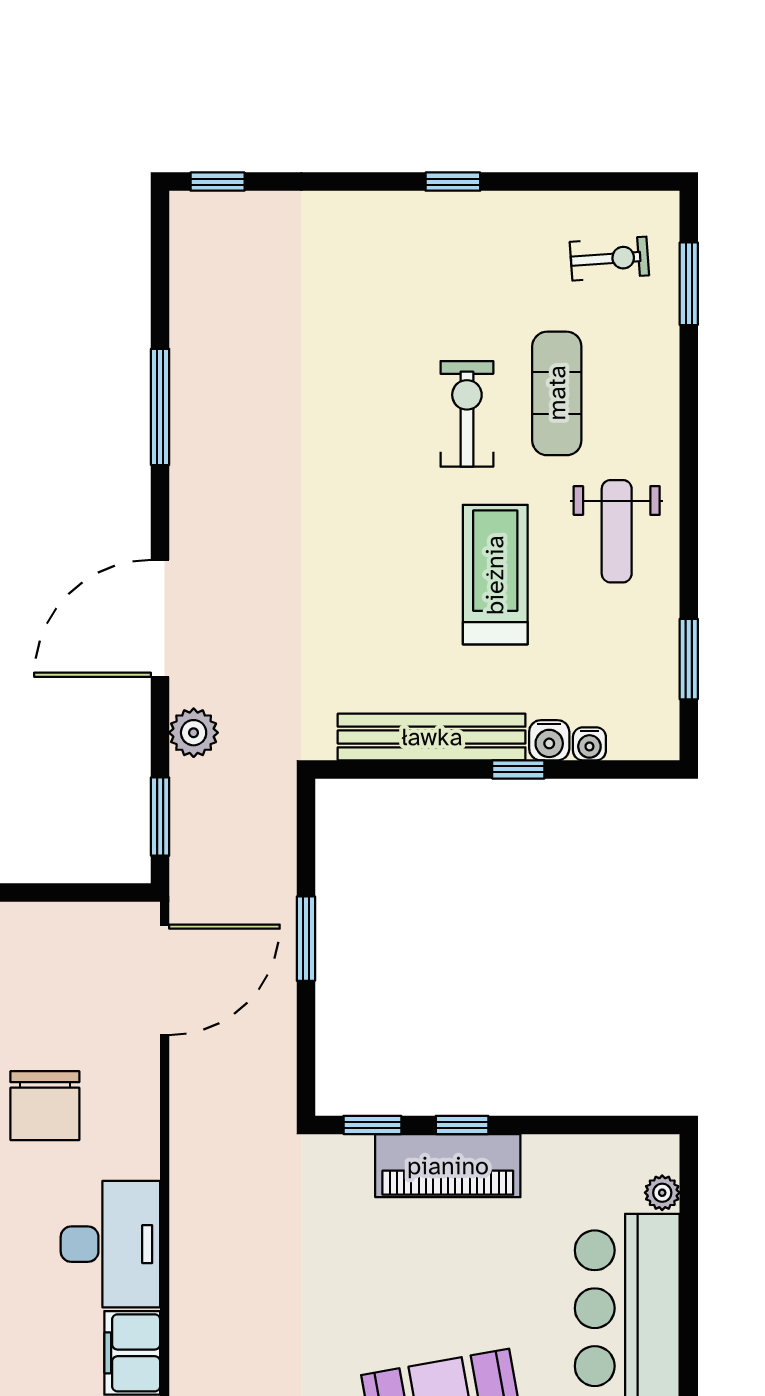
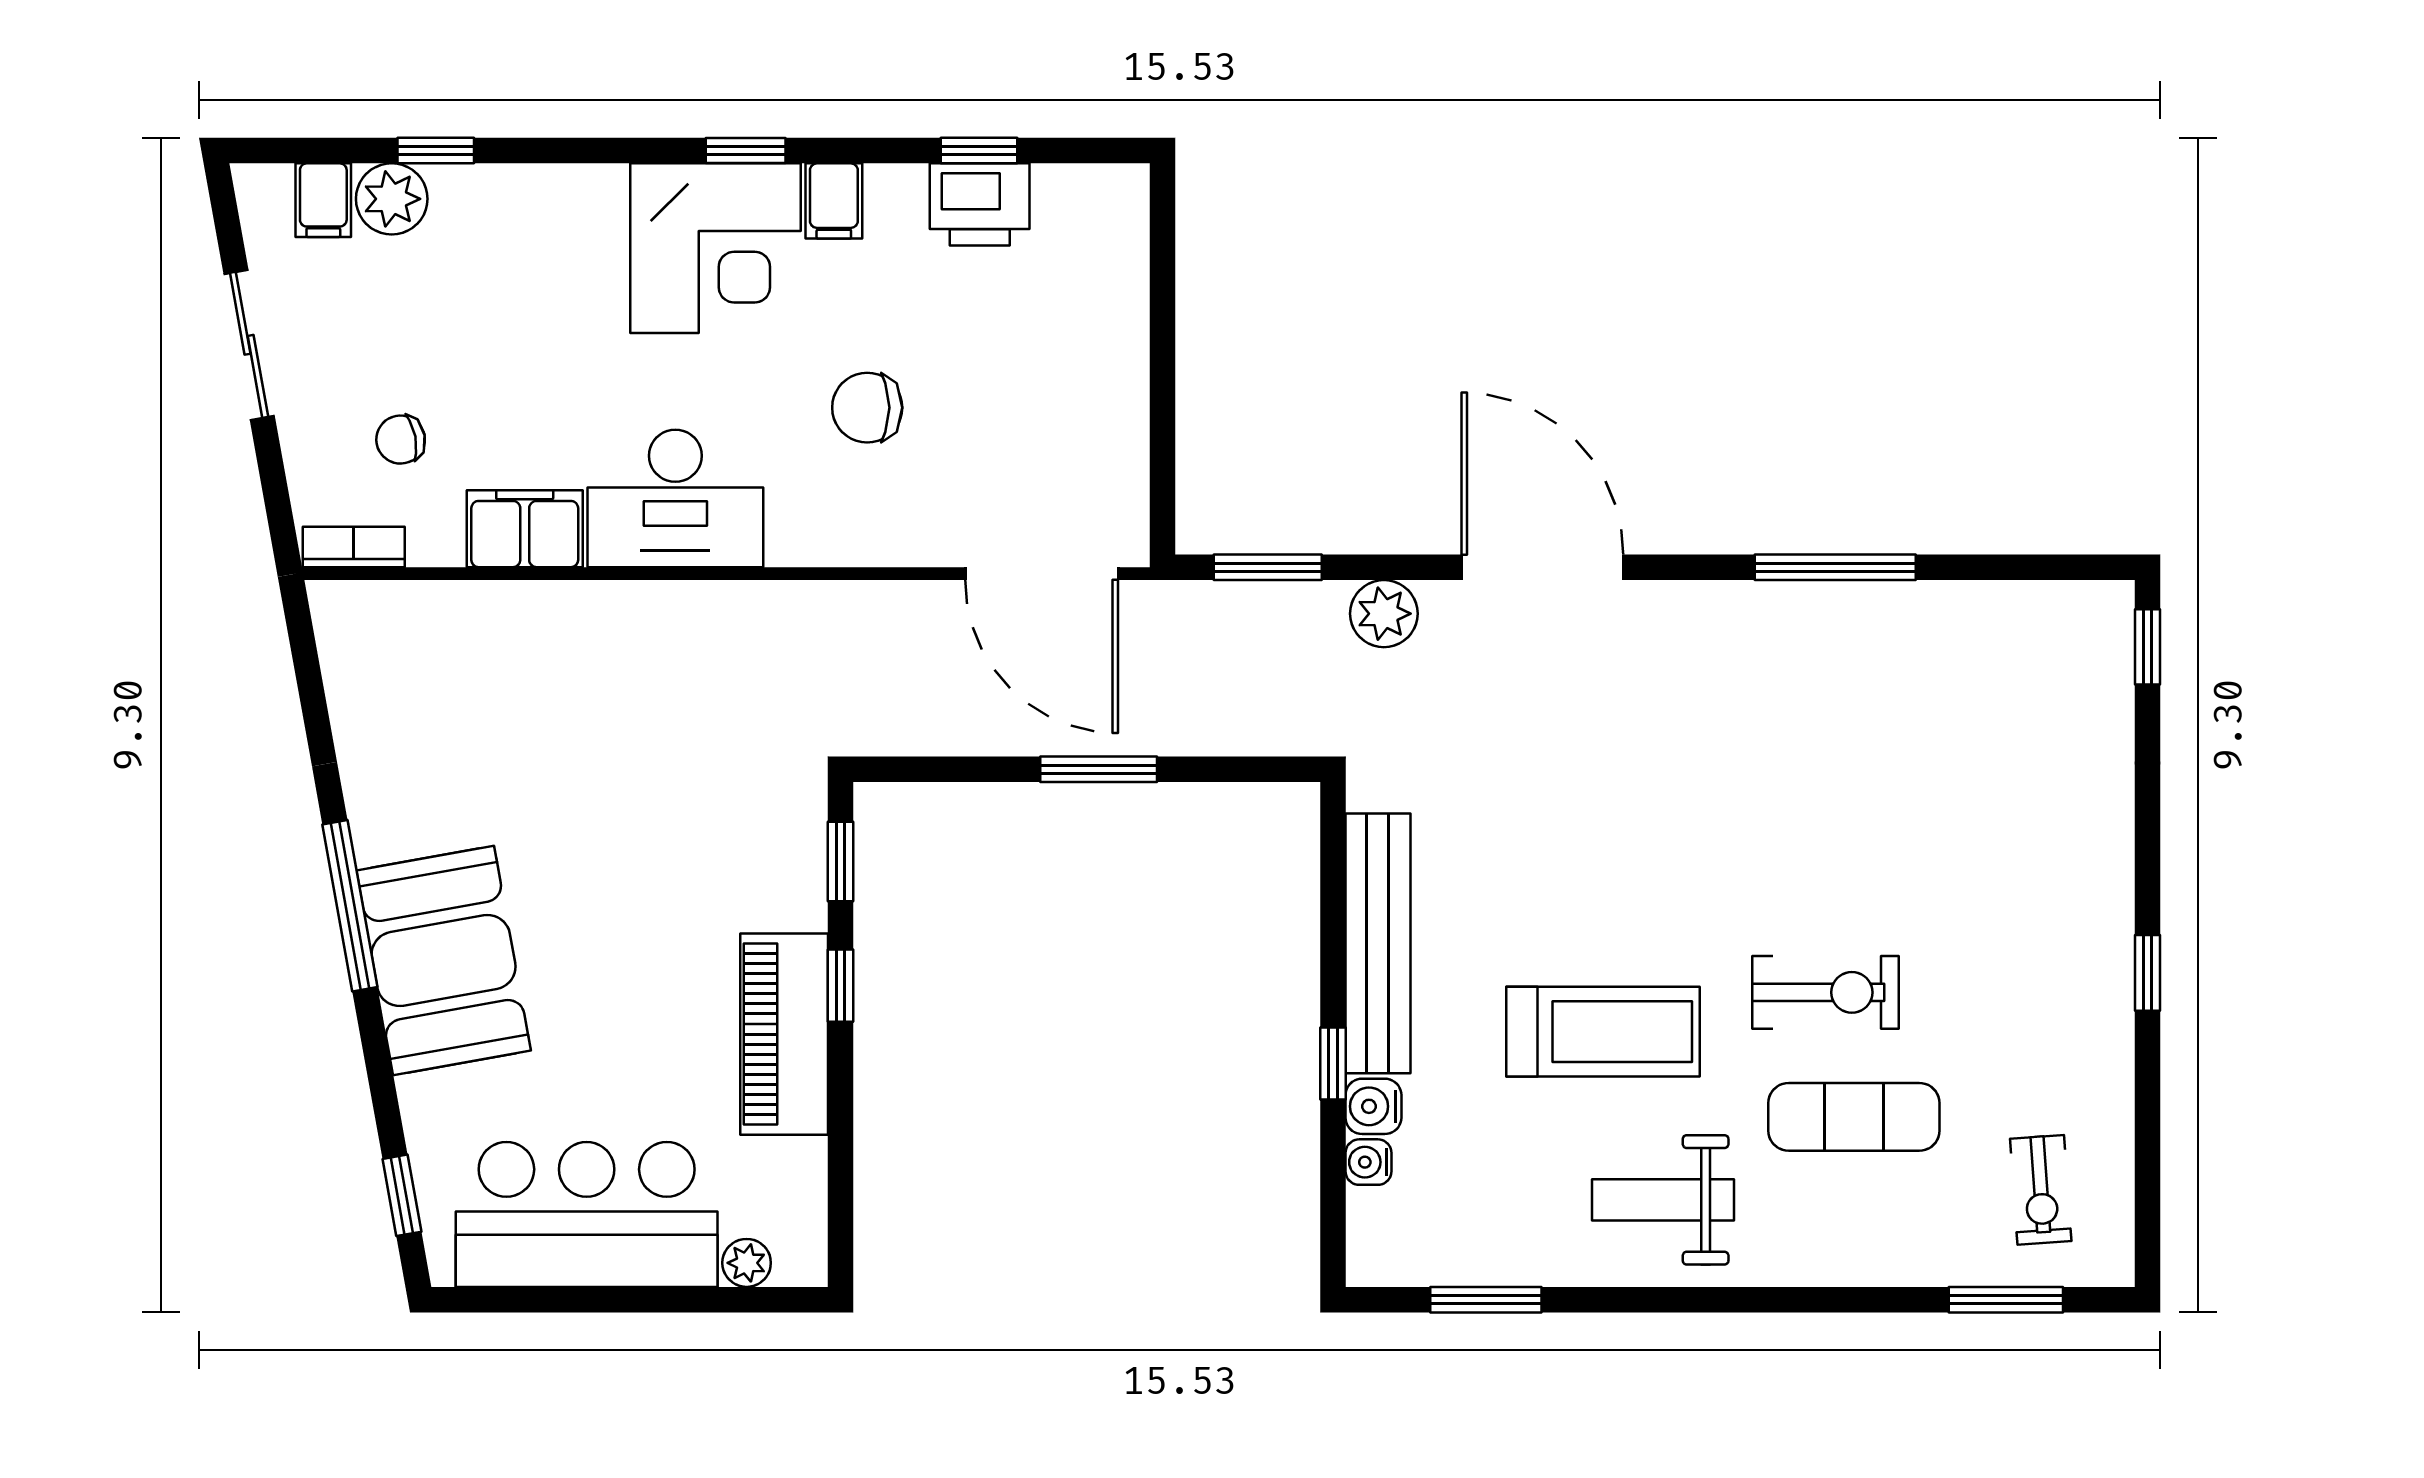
chair: (45, 1106) -> (867, 408), width x0.73, depth x0.73
piano: (448, 1166) -> (784, 1034), moved

